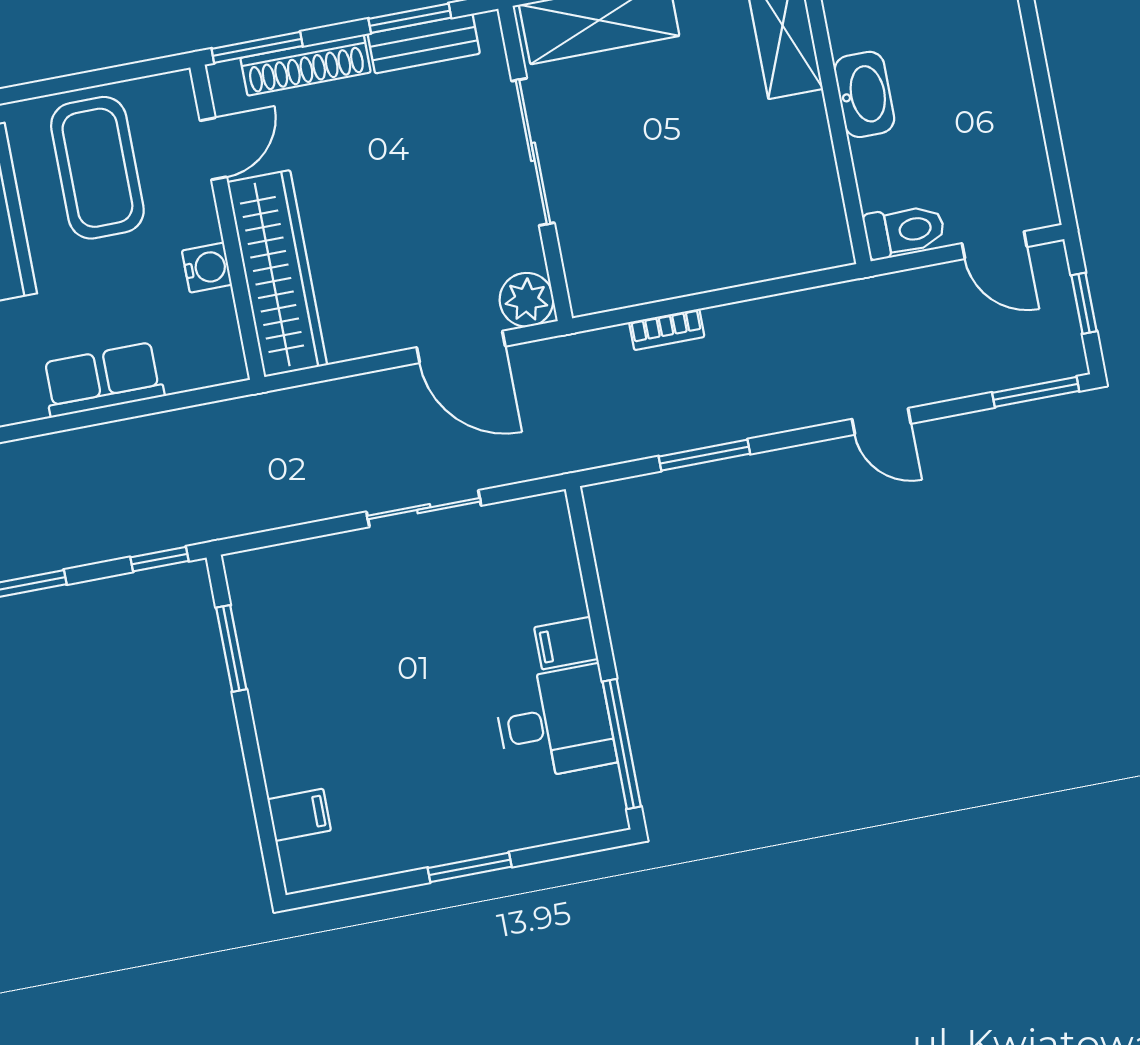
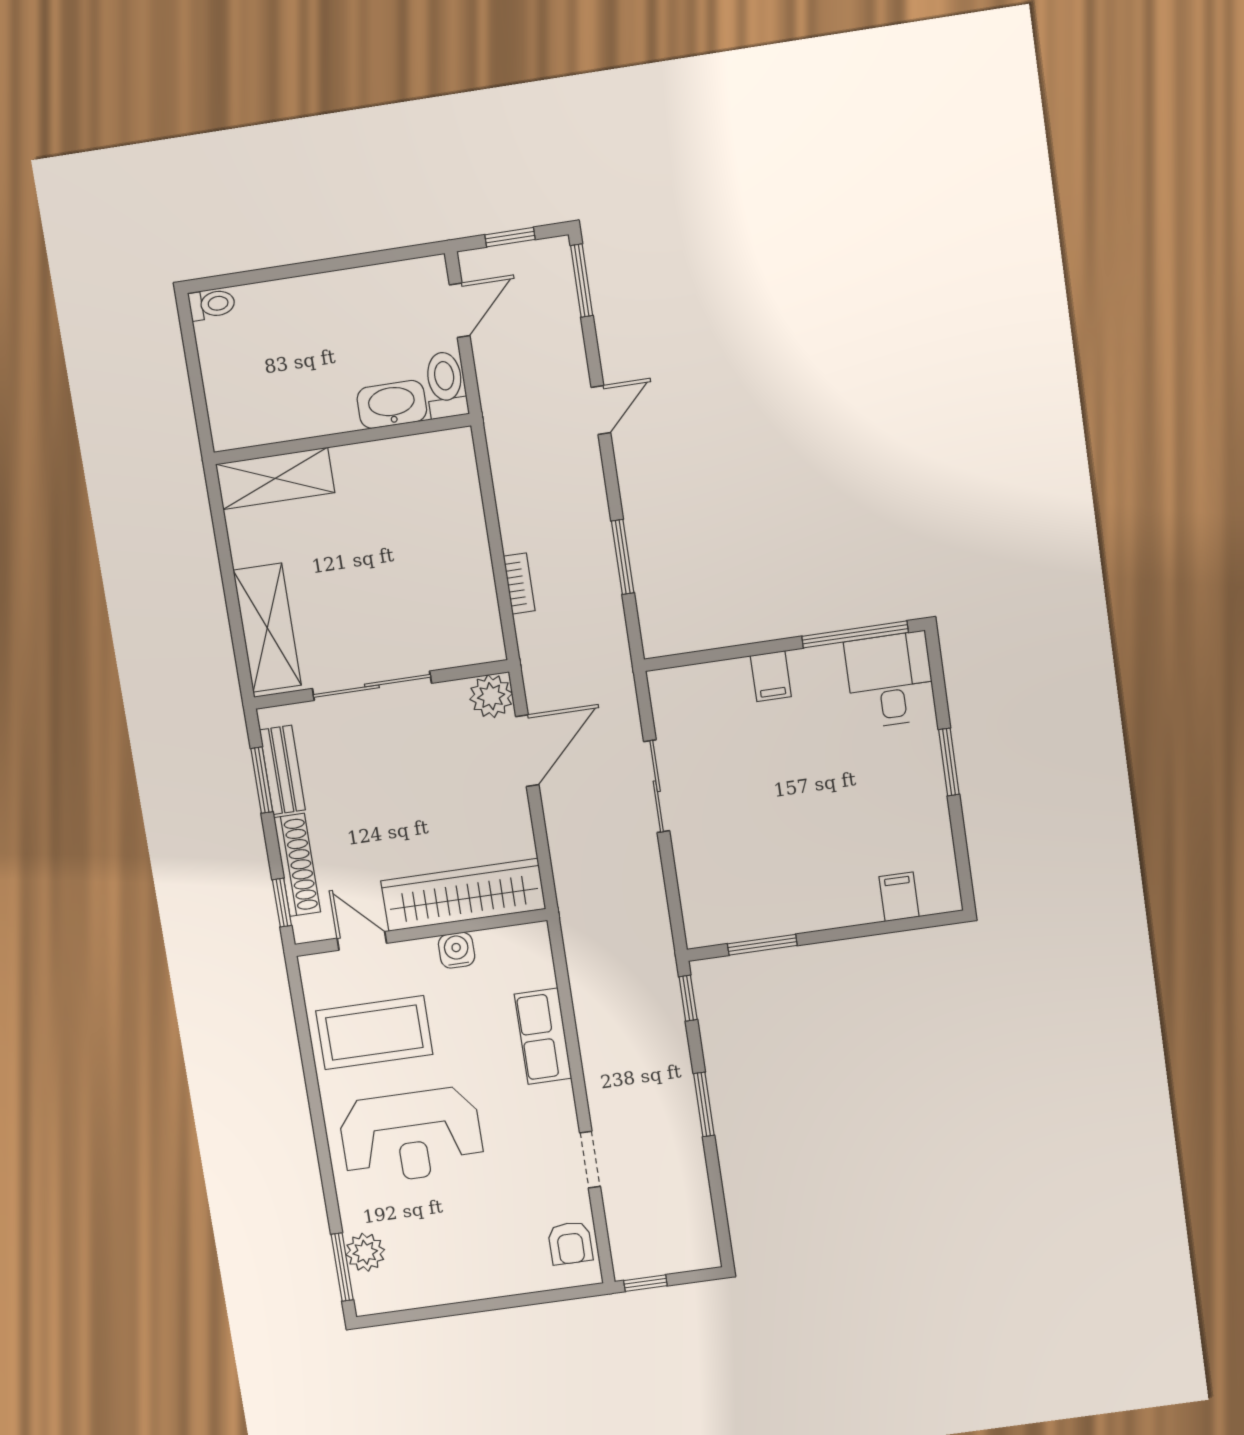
window: (257, 47) -> (282, 903), width x0.67
washbasin: (864, 94) -> (392, 404), moved
desk: (555, 723) -> (890, 680), moved

